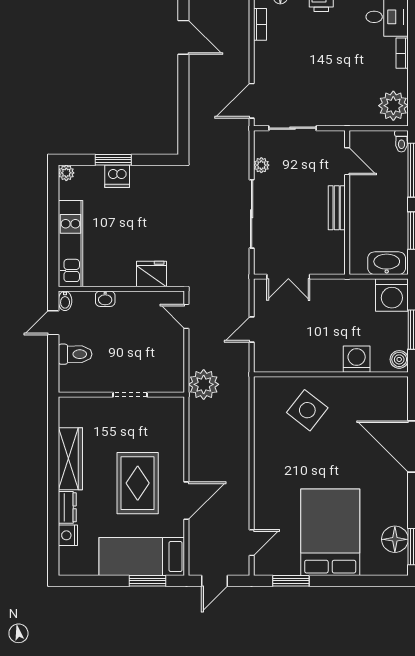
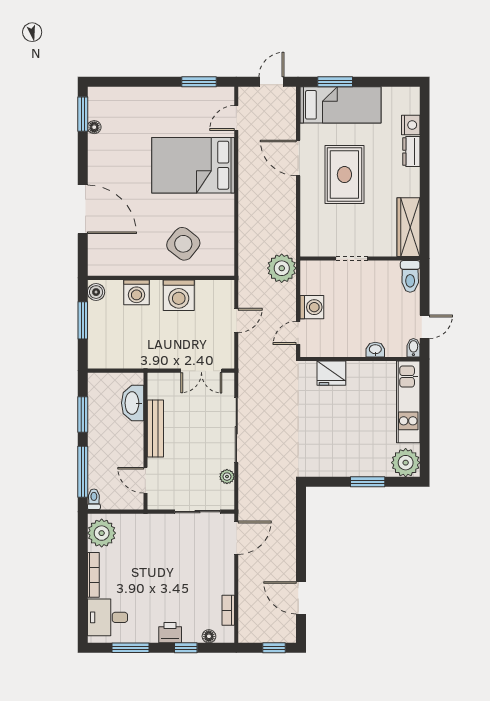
bookcase: (402, 53) -> (93, 575), width x1.56
plant: (66, 173) -> (406, 463), width x1.88, depth x1.88
dishwasher: (117, 176) -> (364, 466), removed
bench: (337, 208) -> (155, 428), width x1.36
washbasin: (387, 263) -> (133, 403), moved, turned 90
double door: (288, 277) -> (201, 371), swing flipped
washing machine: (392, 295) -> (179, 295), moved, turned 180
door: (186, 316) -> (298, 333), swing flipped
washing machine: (172, 344) -> (312, 307), added
toilet: (75, 354) -> (410, 276), moved, turned -90
wardrobe: (70, 459) -> (408, 227), moved
door: (186, 501) -> (298, 158), hinge flipped
bed: (330, 532) -> (193, 165), moved, turned 90
floor lamp: (395, 539) -> (94, 127), width x0.53, depth x0.53

